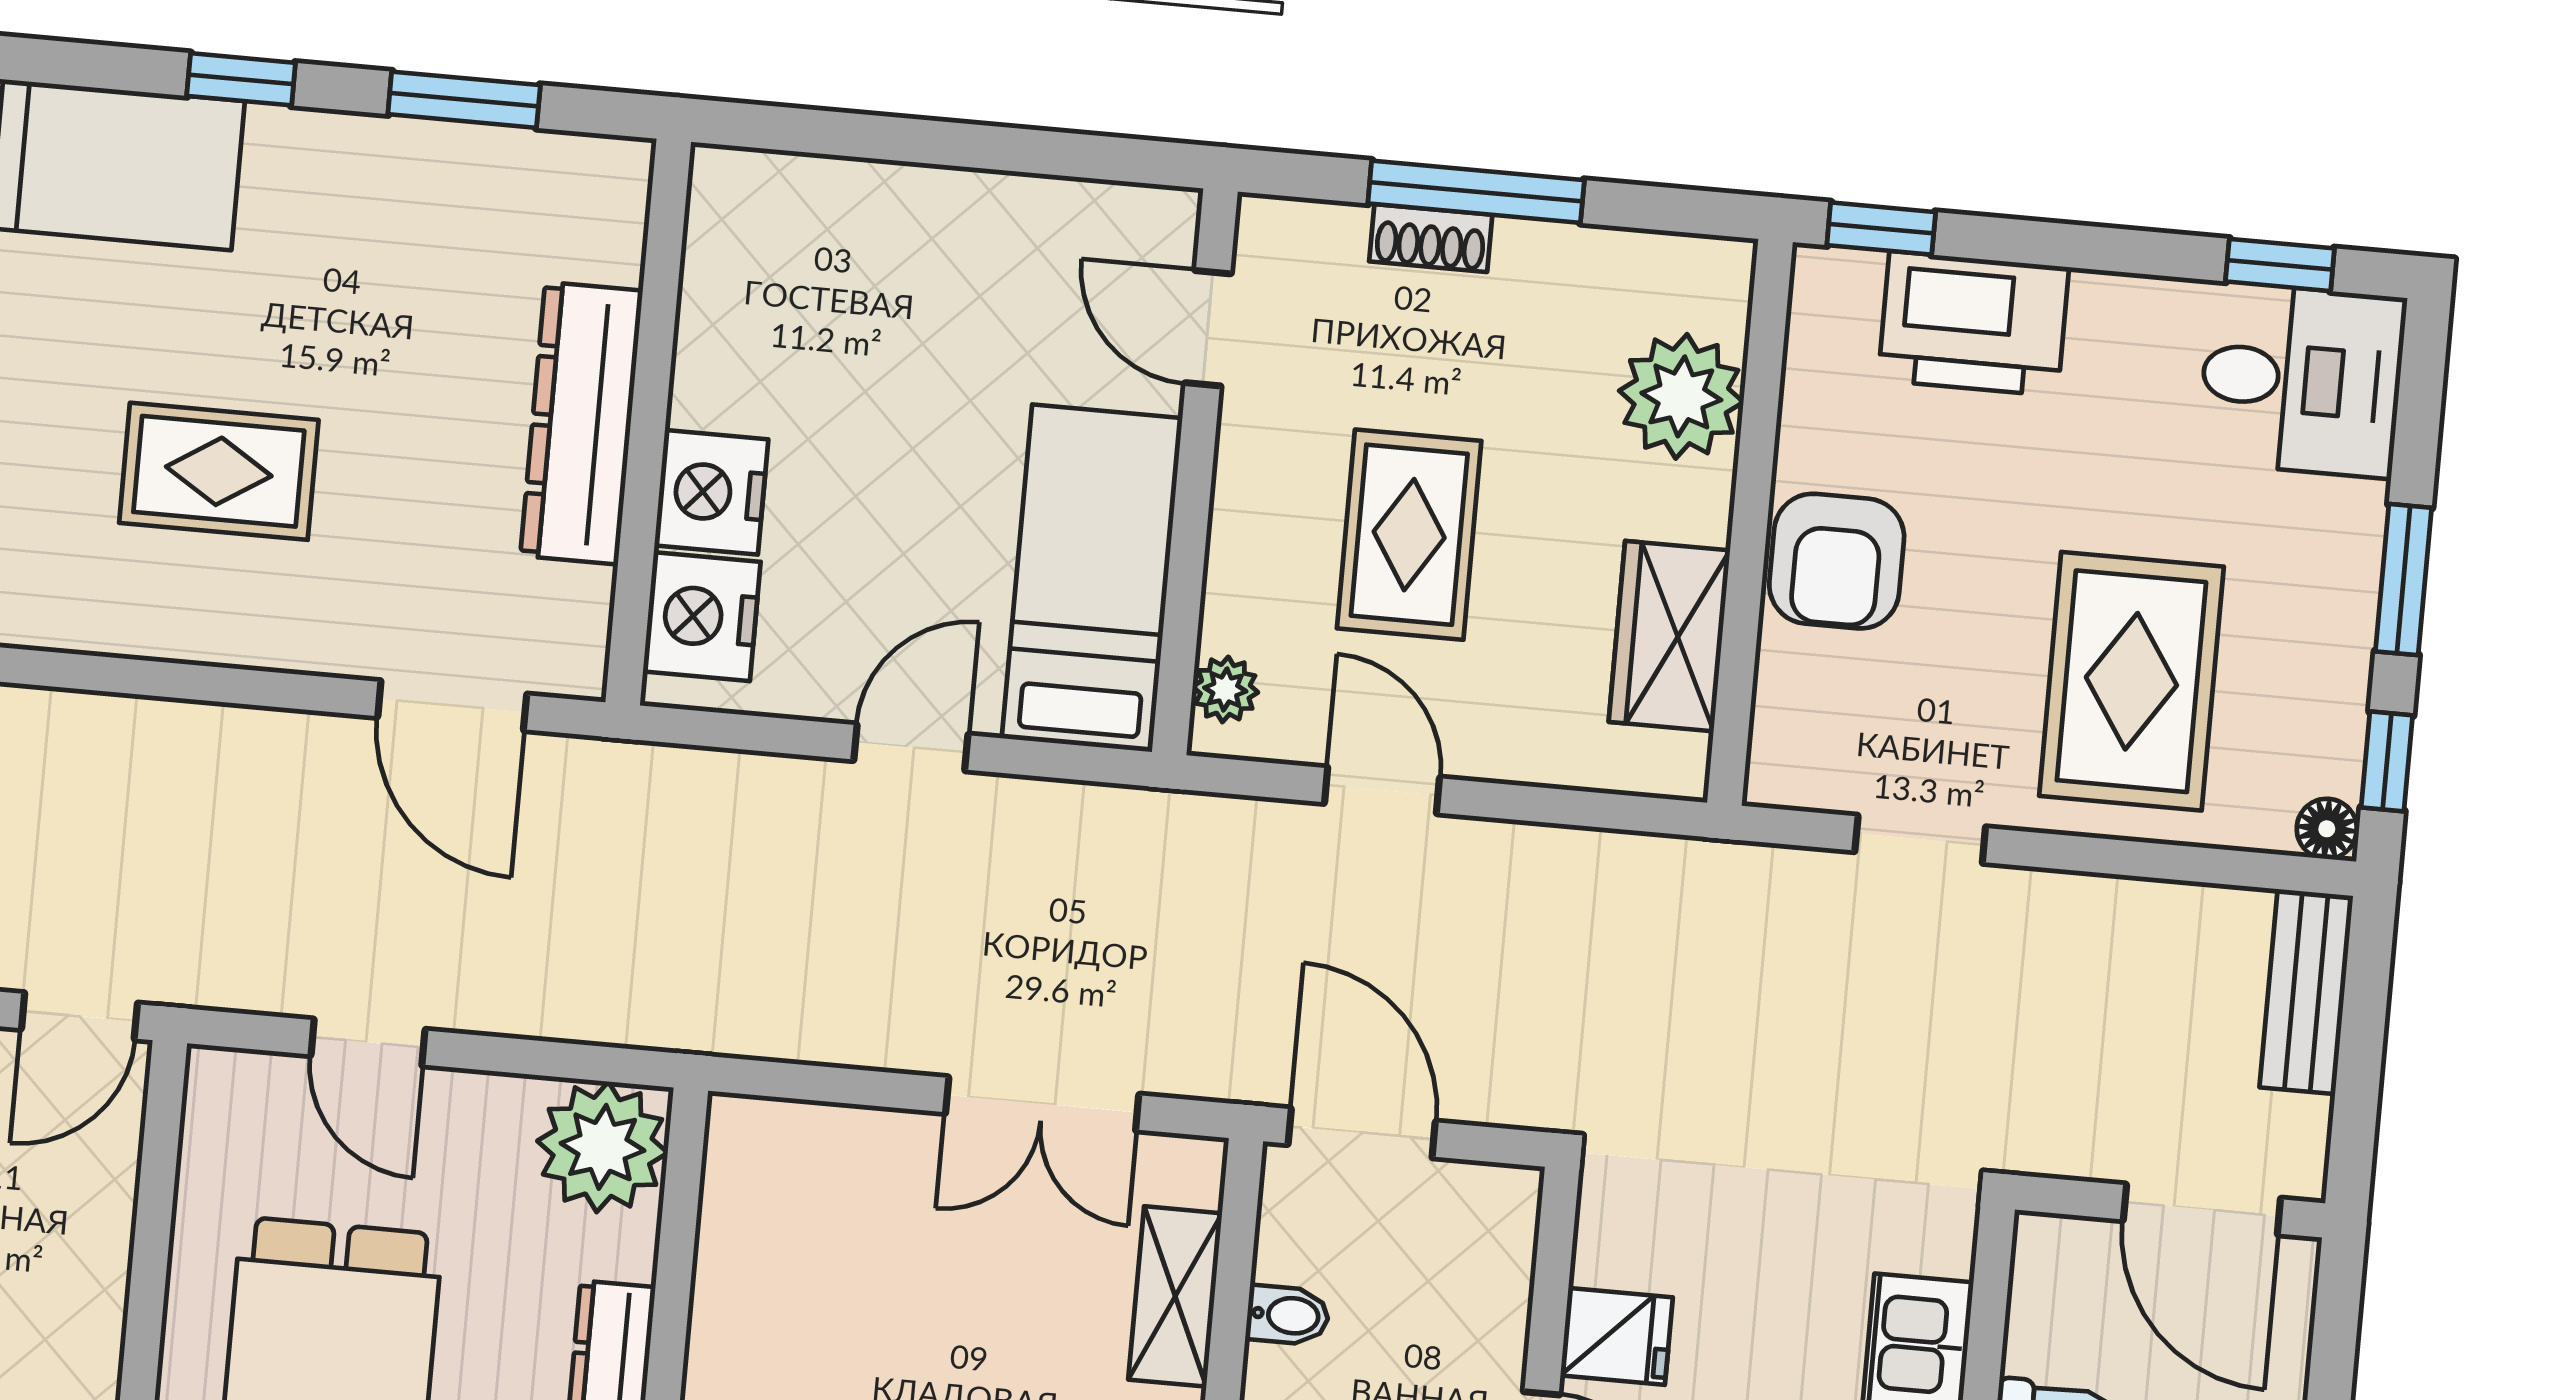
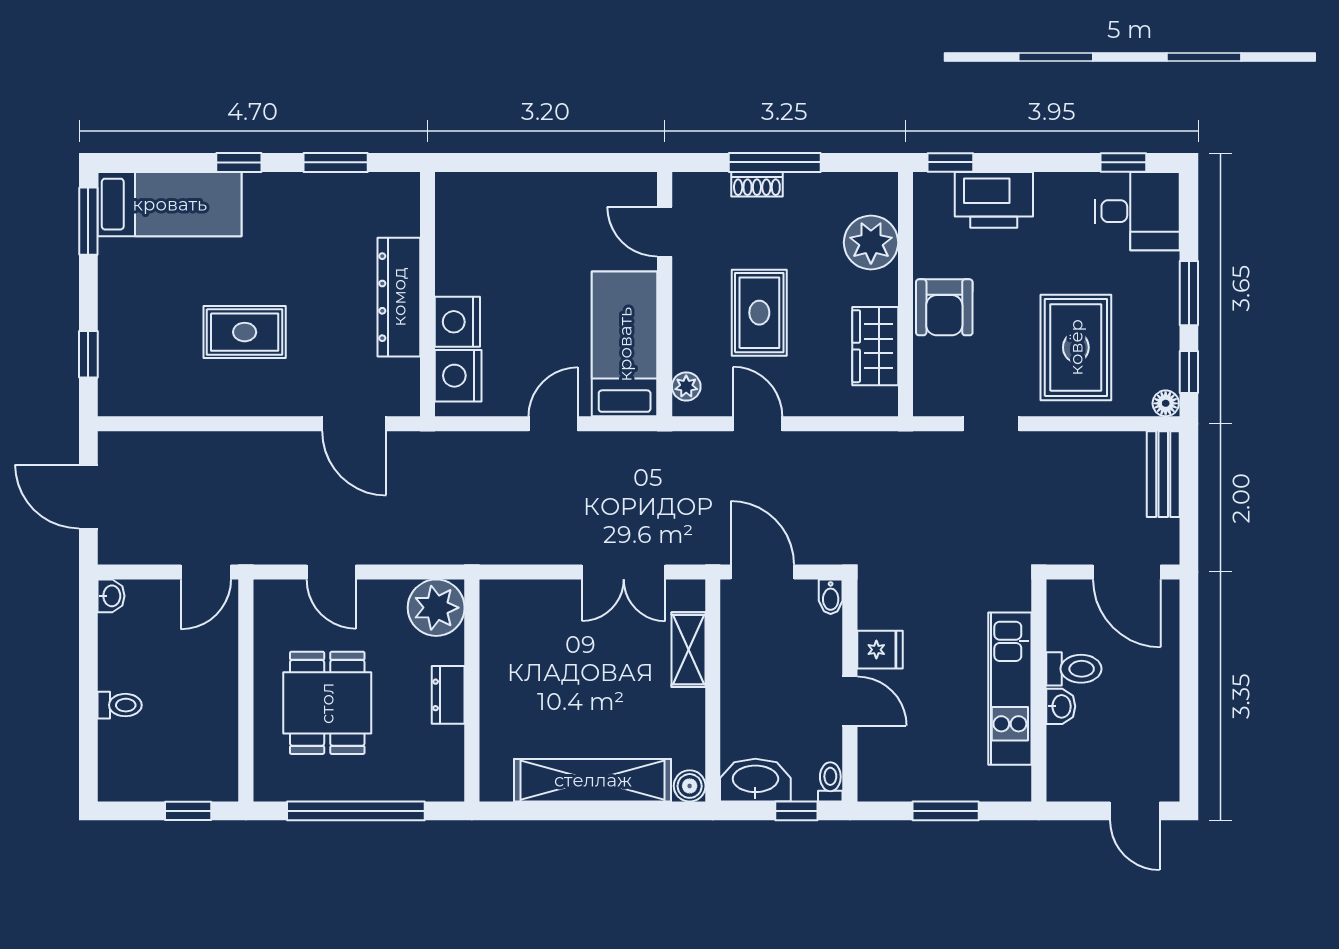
bidet: (1288, 1315) -> (831, 597), moved, turned 90

